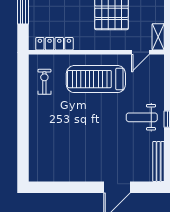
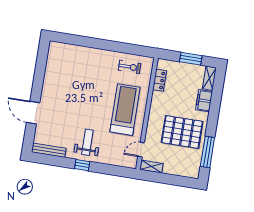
locker: (54, 44) -> (160, 80), width x0.66
door: (140, 52) -> (141, 150), hinge flipped

